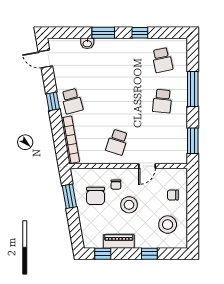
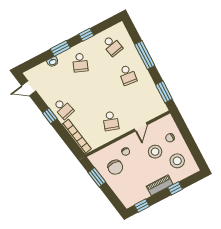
school desk: (117, 60) -> (80, 63), added
stool: (129, 205) -> (155, 152), moved
piano: (119, 241) -> (160, 185), moved

